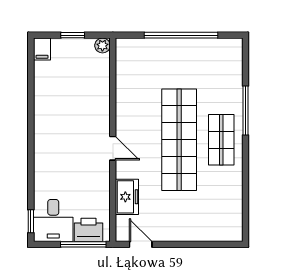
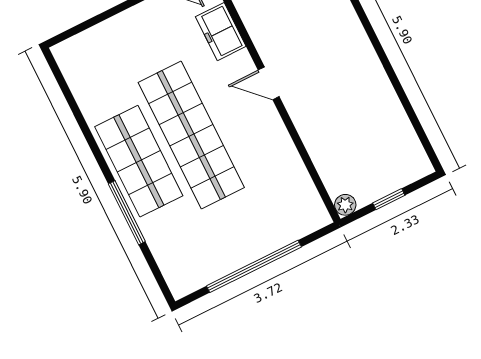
filing cabinet: (42, 49) -> (418, 163), removed
shop shelf: (221, 140) -> (139, 161), width x1.43, depth x1.36

